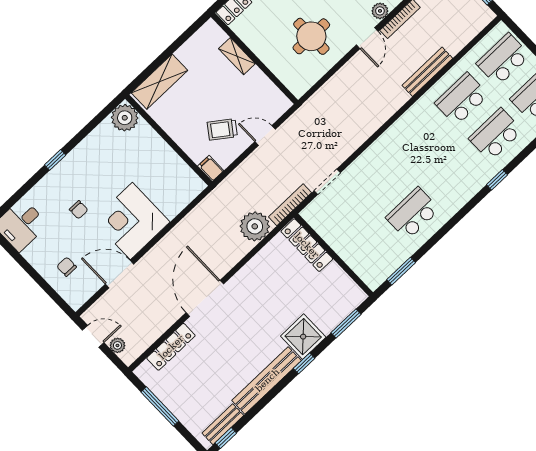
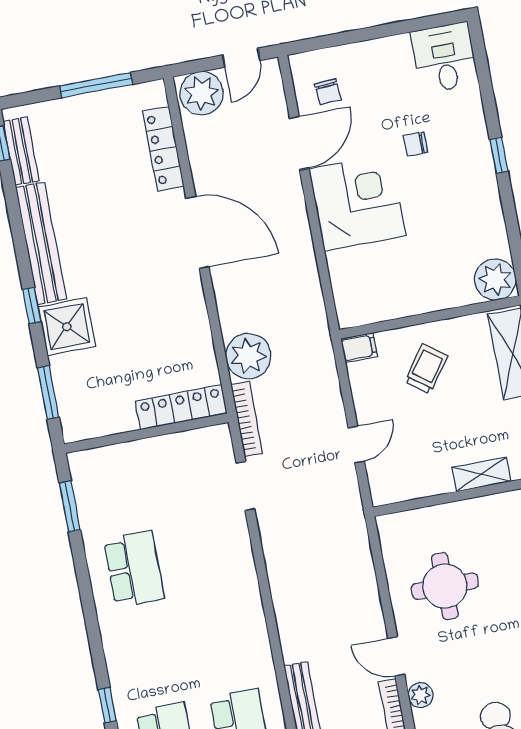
trolley: (222, 129) -> (426, 369), moved
chair: (67, 267) -> (328, 92), moved, turned 86
plant: (117, 345) -> (202, 93), width x1.88, depth x1.88

